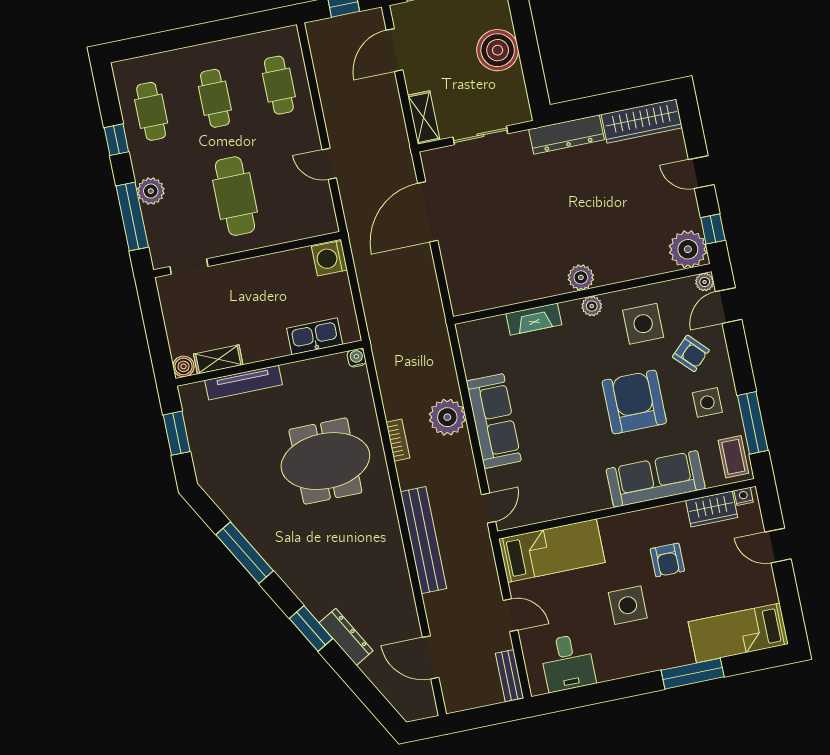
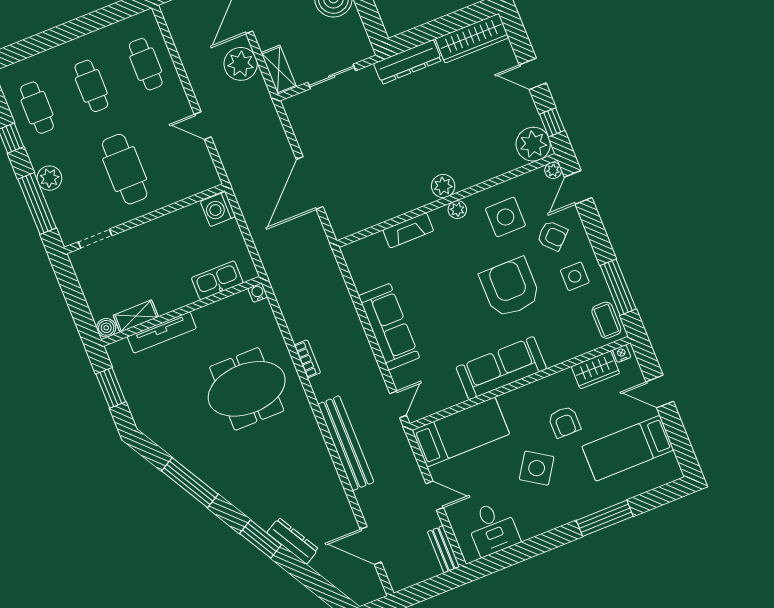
door: (428, 212) -> (310, 183), moved
plant: (447, 417) -> (241, 64), moved
sofa: (656, 479) -> (501, 368), moved
side table: (628, 605) -> (537, 468), turned 33
bed: (738, 633) -> (628, 448), moved

